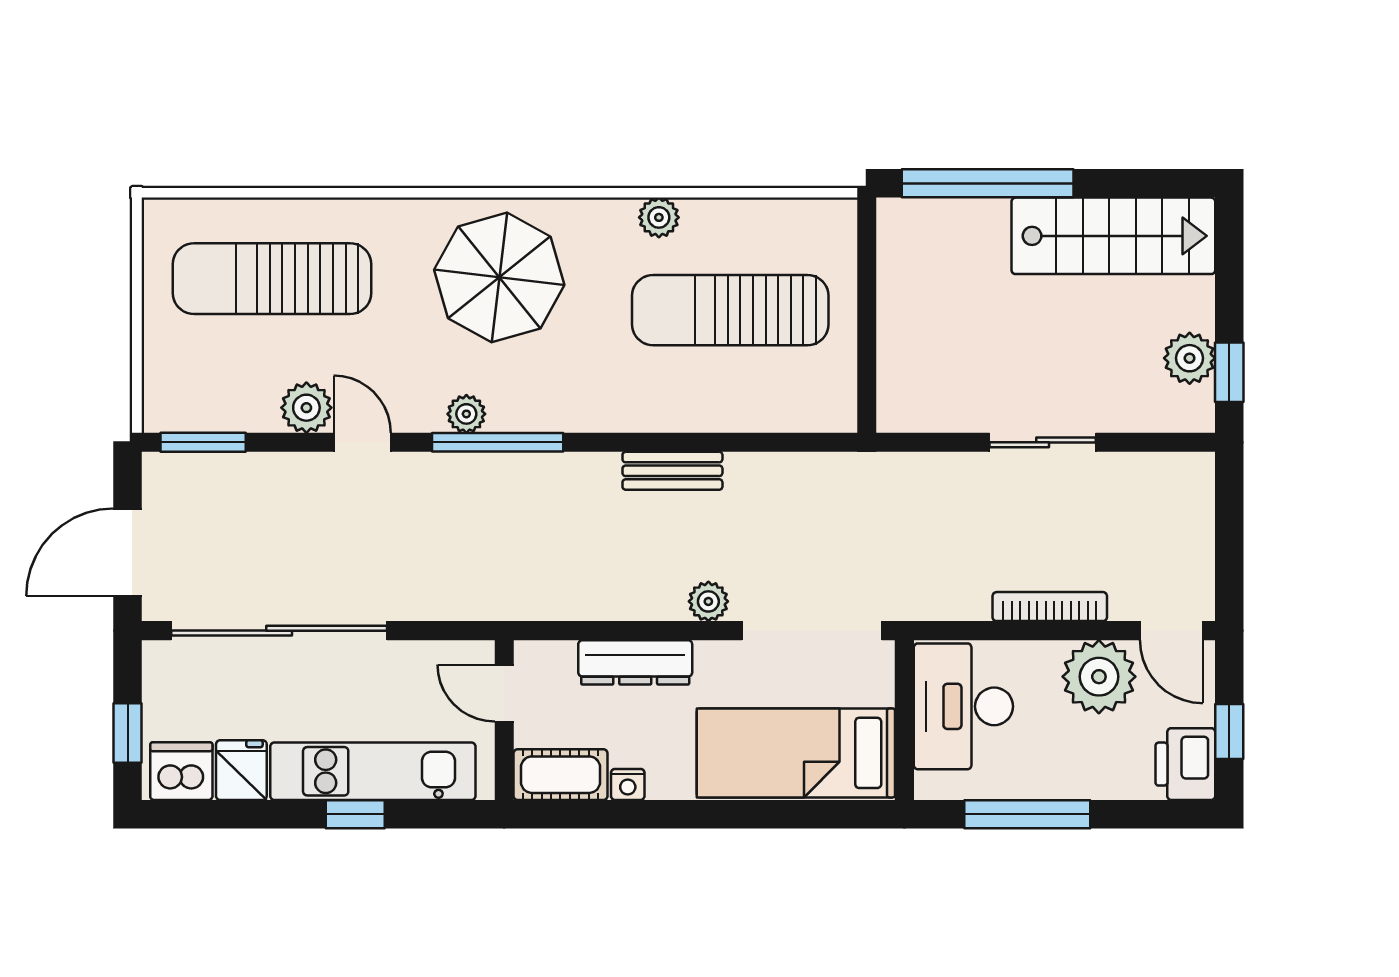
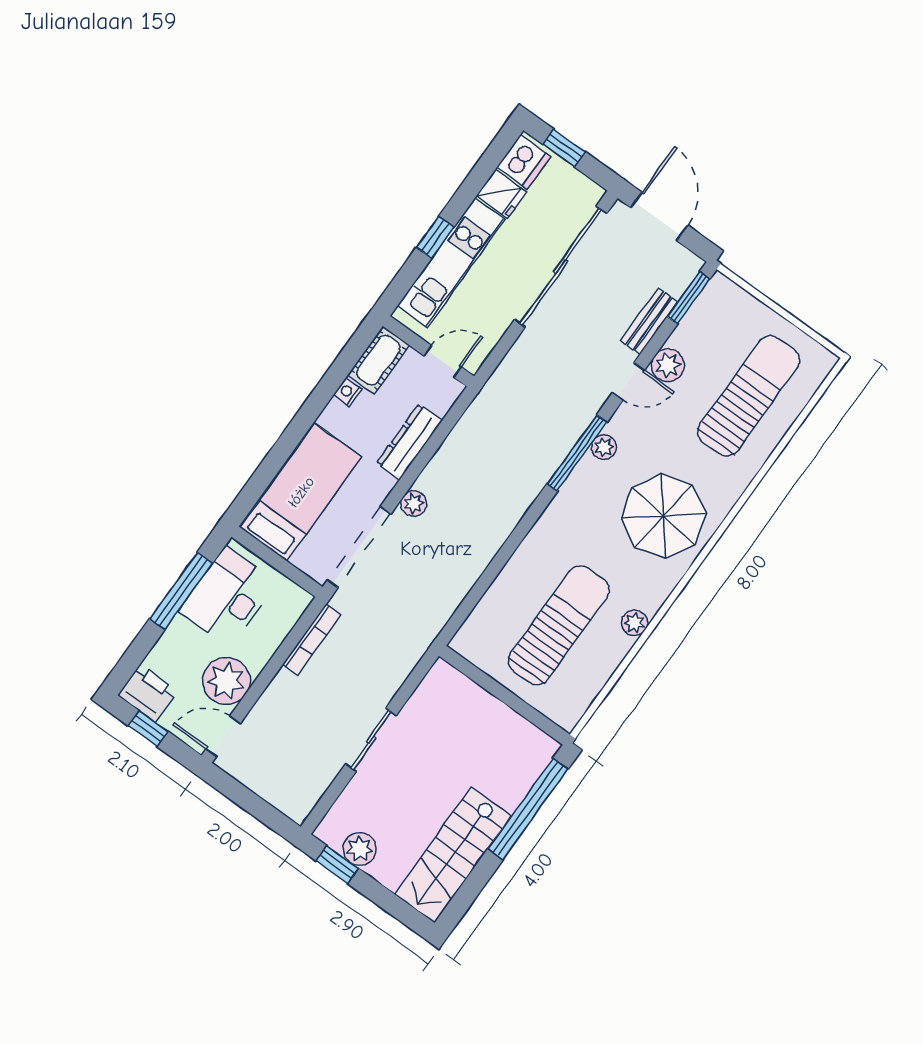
bench: (672, 471) -> (649, 321), moved
bookcase: (1050, 607) -> (312, 640), moved
desk: (963, 706) -> (228, 597), moved, turned -90

